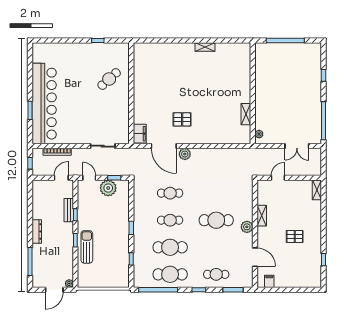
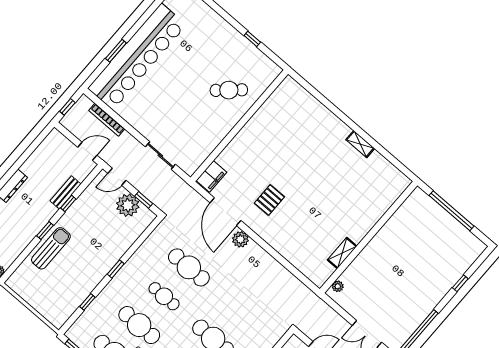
pallet: (182, 119) -> (269, 200), turned 90
door: (89, 178) -> (117, 177), swing flipped
cafe table: (170, 193) -> (189, 267), width x1.37, depth x1.35

